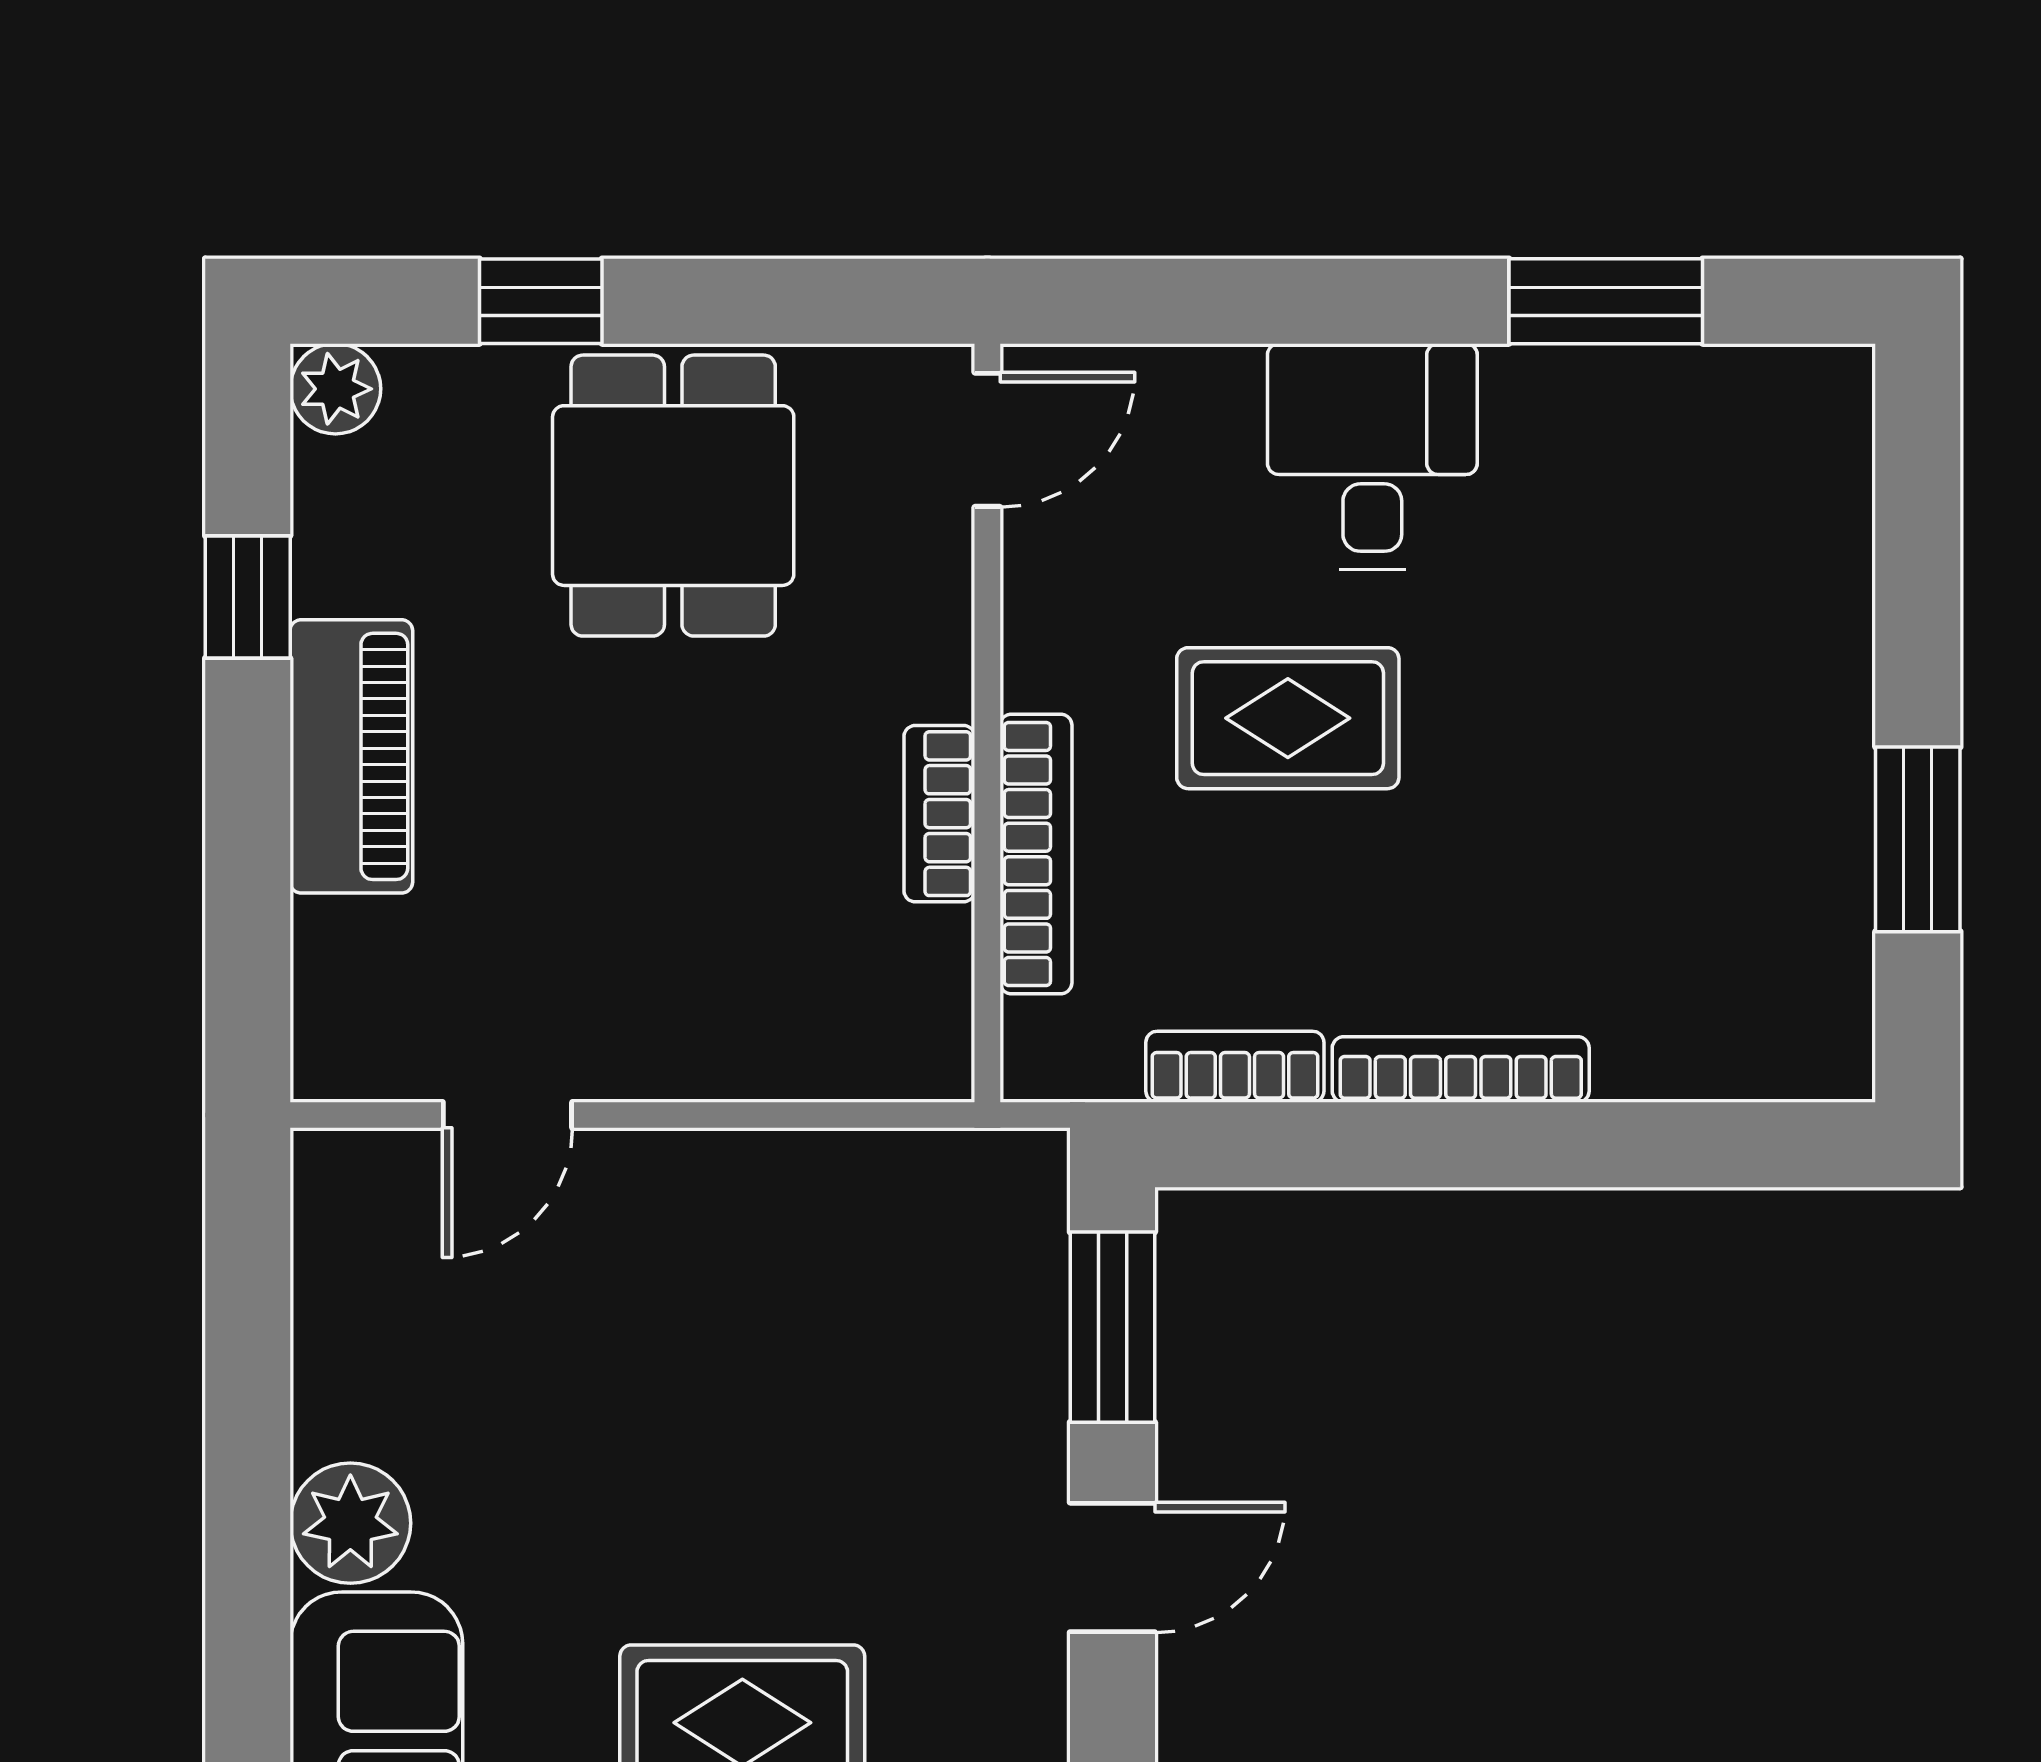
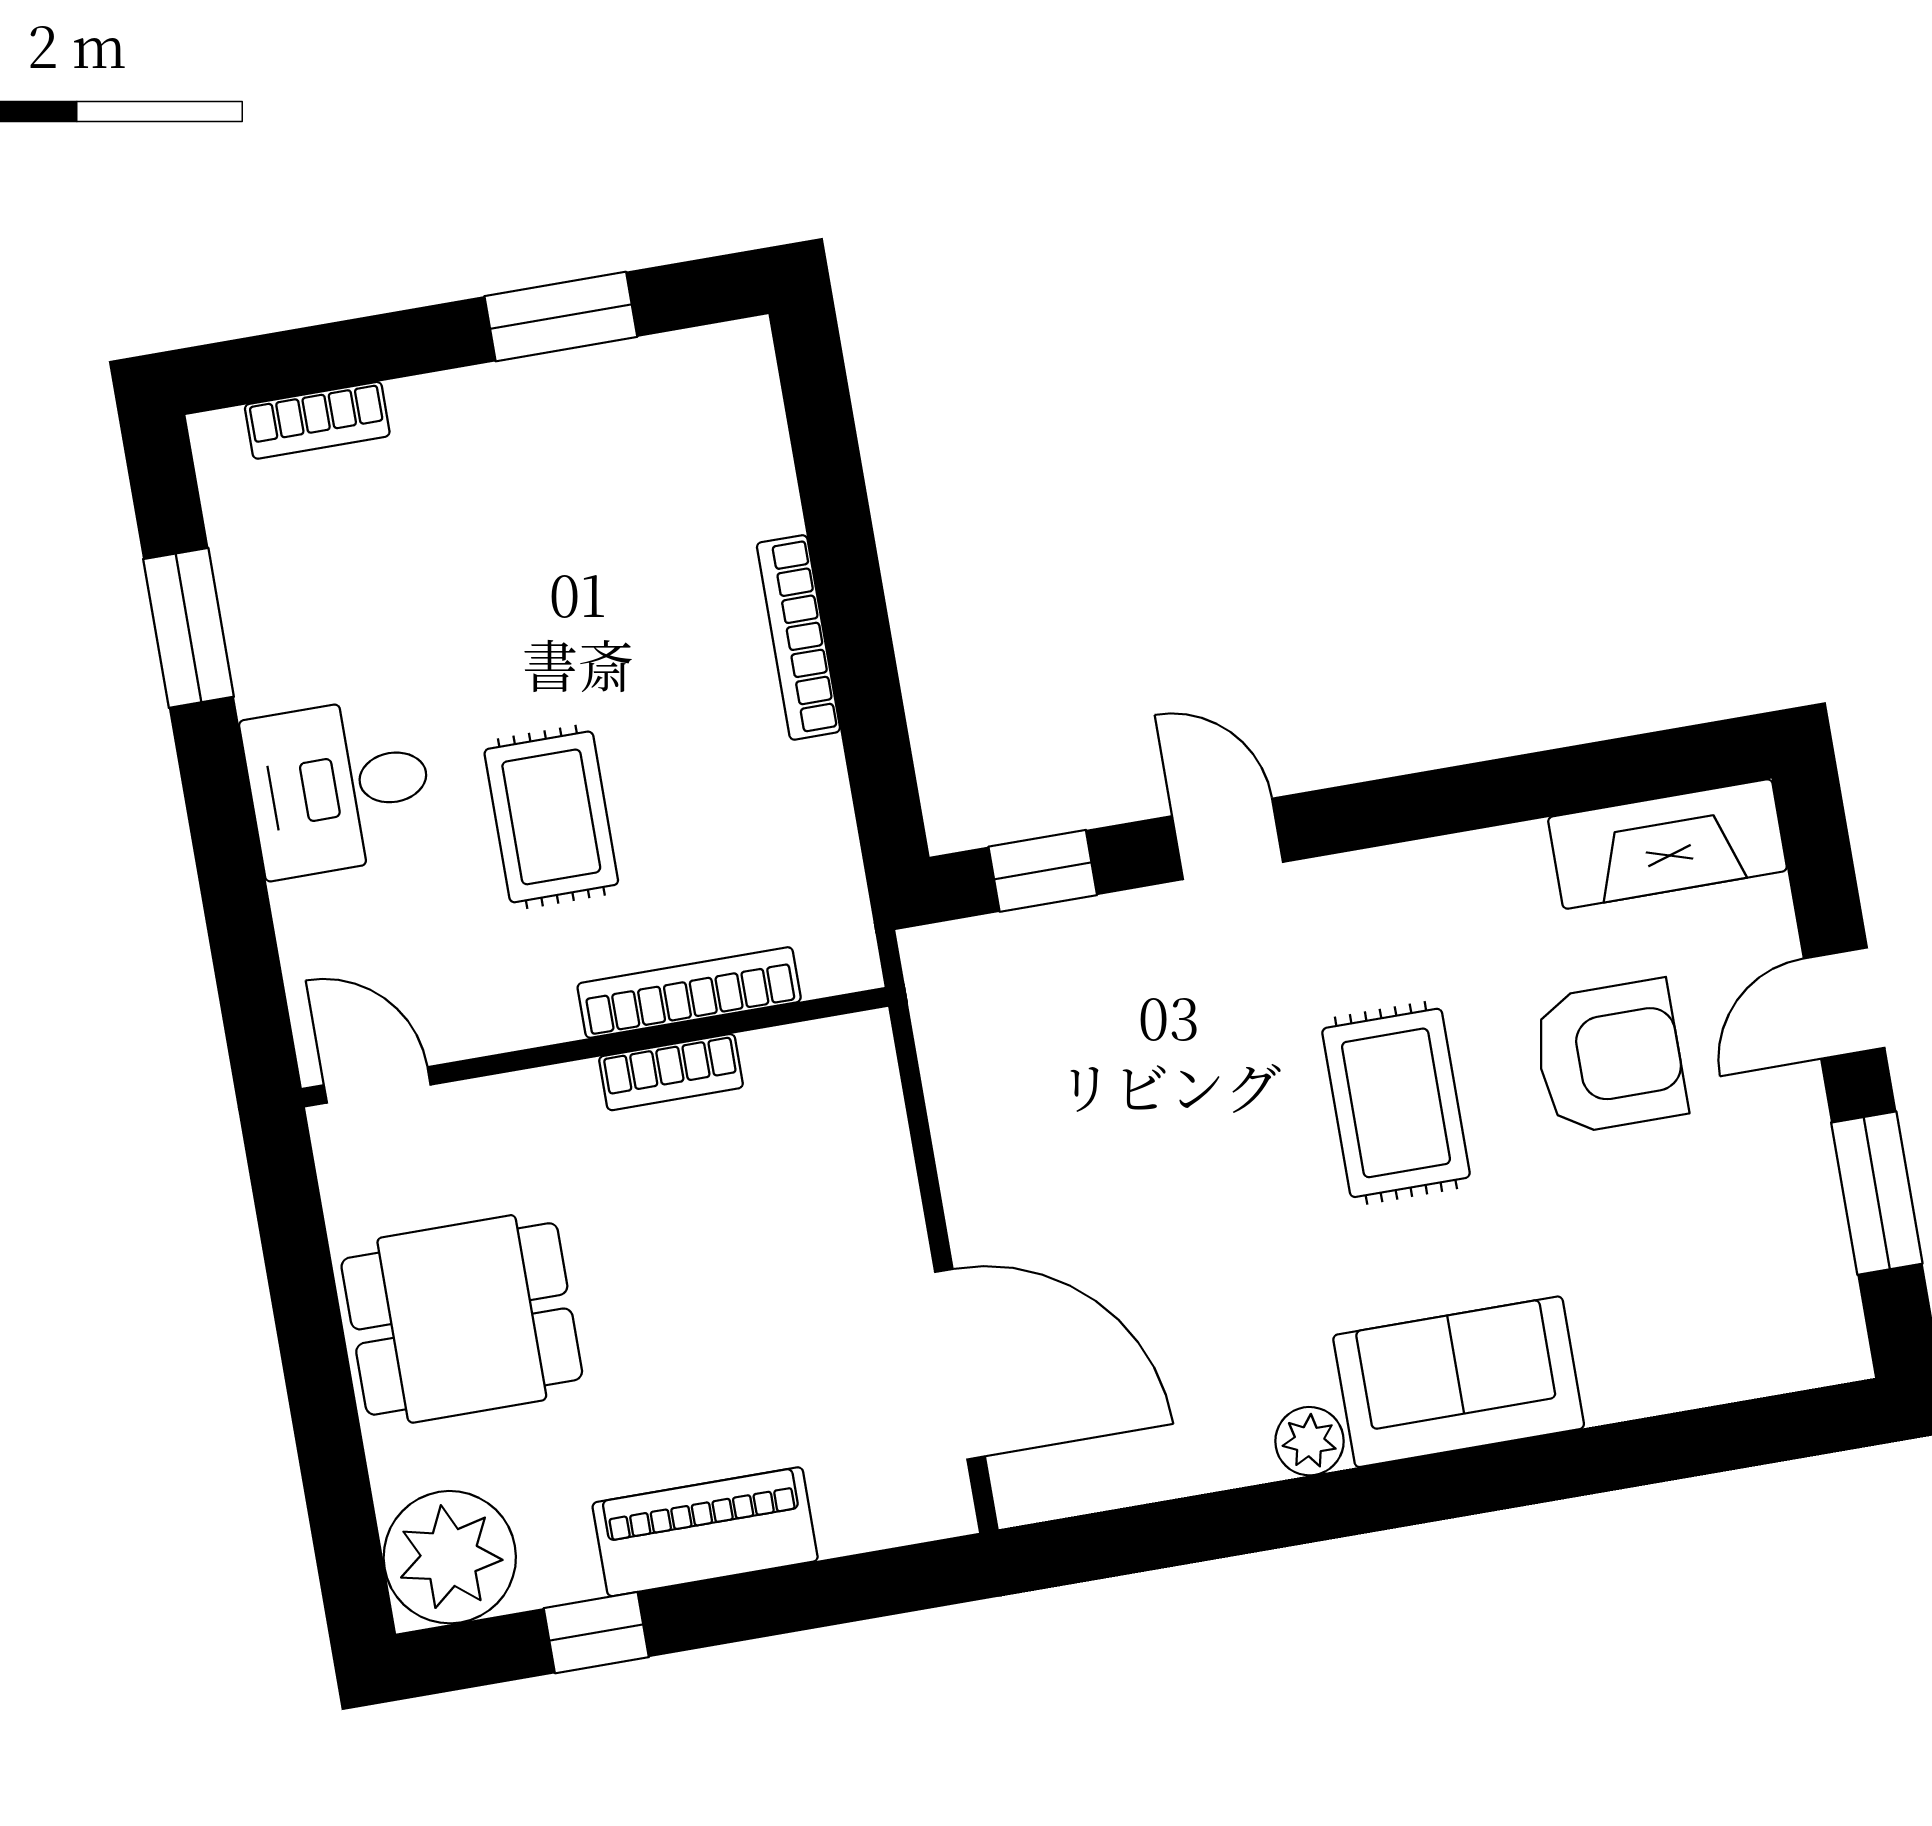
window: (541, 301) -> (330, 1447), removed
plant: (335, 389) -> (450, 1557), width x1.88, depth x1.88
bookcase: (1235, 1067) -> (317, 420), moved, turned -90
door: (507, 1115) -> (960, 1364), width x1.88
window: (1112, 1327) -> (1043, 871), width x0.67
plant: (350, 1523) -> (1309, 1441), width x0.73, depth x0.73

